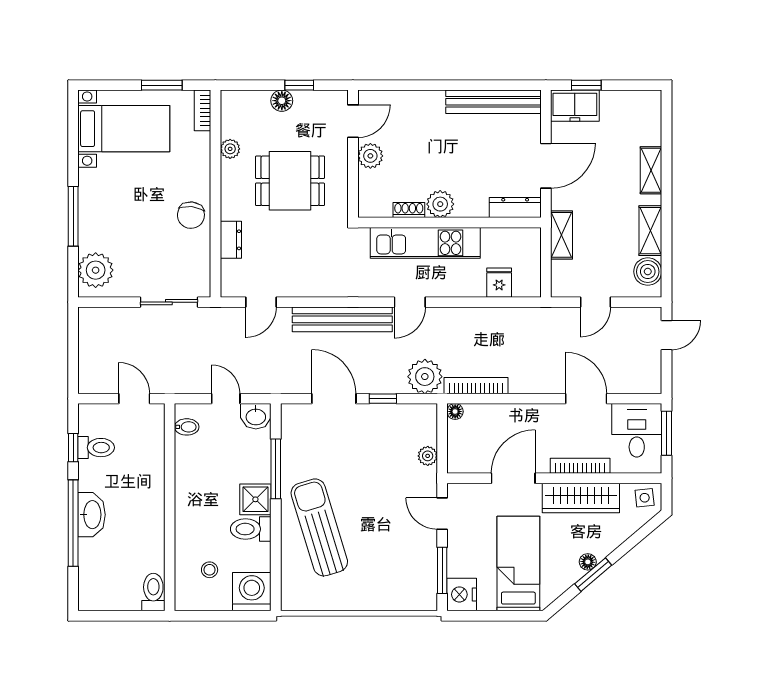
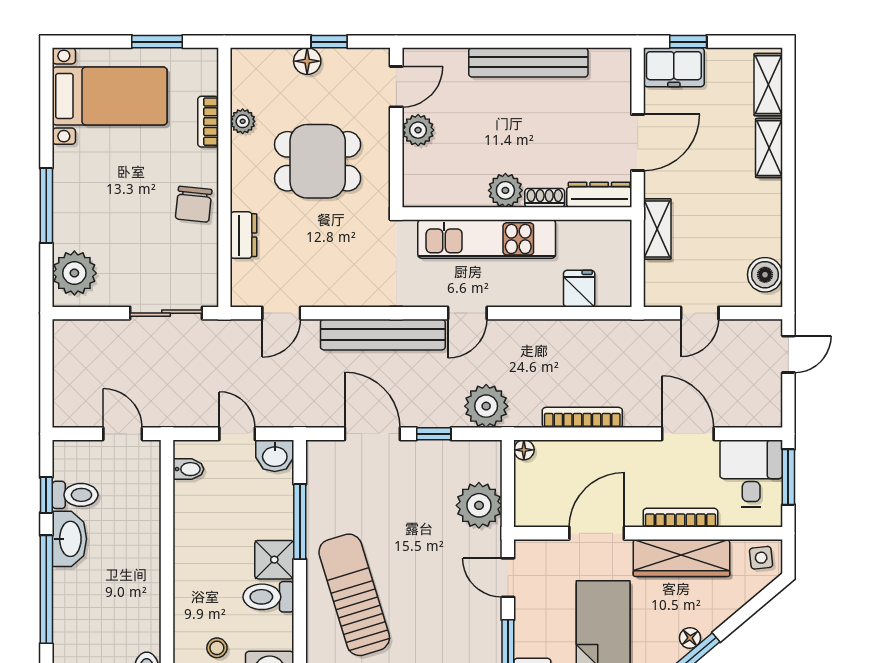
bench: (493, 102) -> (528, 62), moved
bookcase: (202, 110) -> (208, 122), moved
shoe rack: (409, 210) -> (545, 198), moved
shelving: (650, 231) -> (768, 85), moved
bookcase: (476, 386) -> (582, 417), moved
plant: (428, 456) -> (479, 505), width x1.88, depth x1.88
washbasin: (92, 515) -> (69, 539), moved

